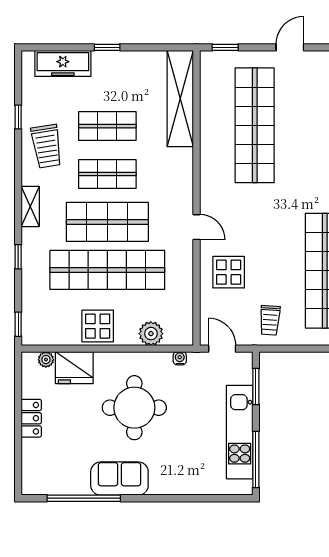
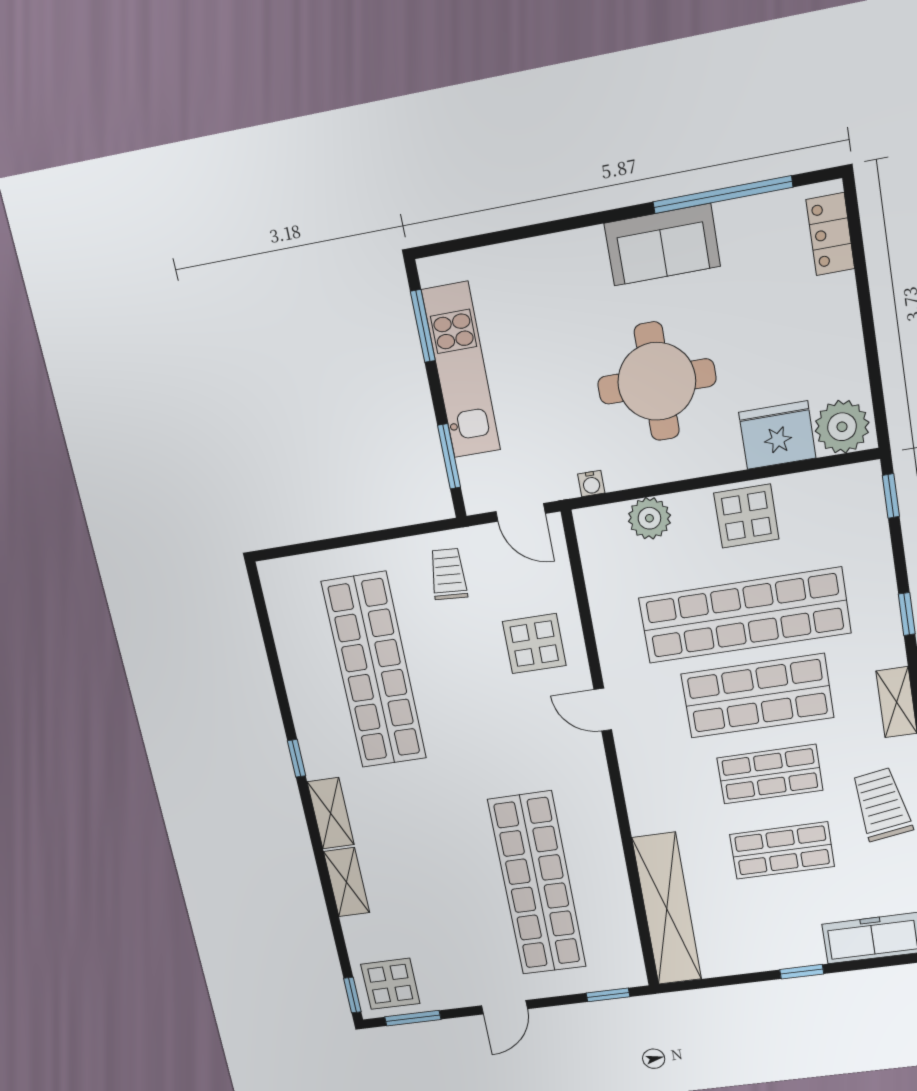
plant: (46, 360) -> (842, 427), width x1.87, depth x1.87
locker: (31, 418) -> (830, 234), moved
window: (256, 459) -> (423, 326), width x0.69

